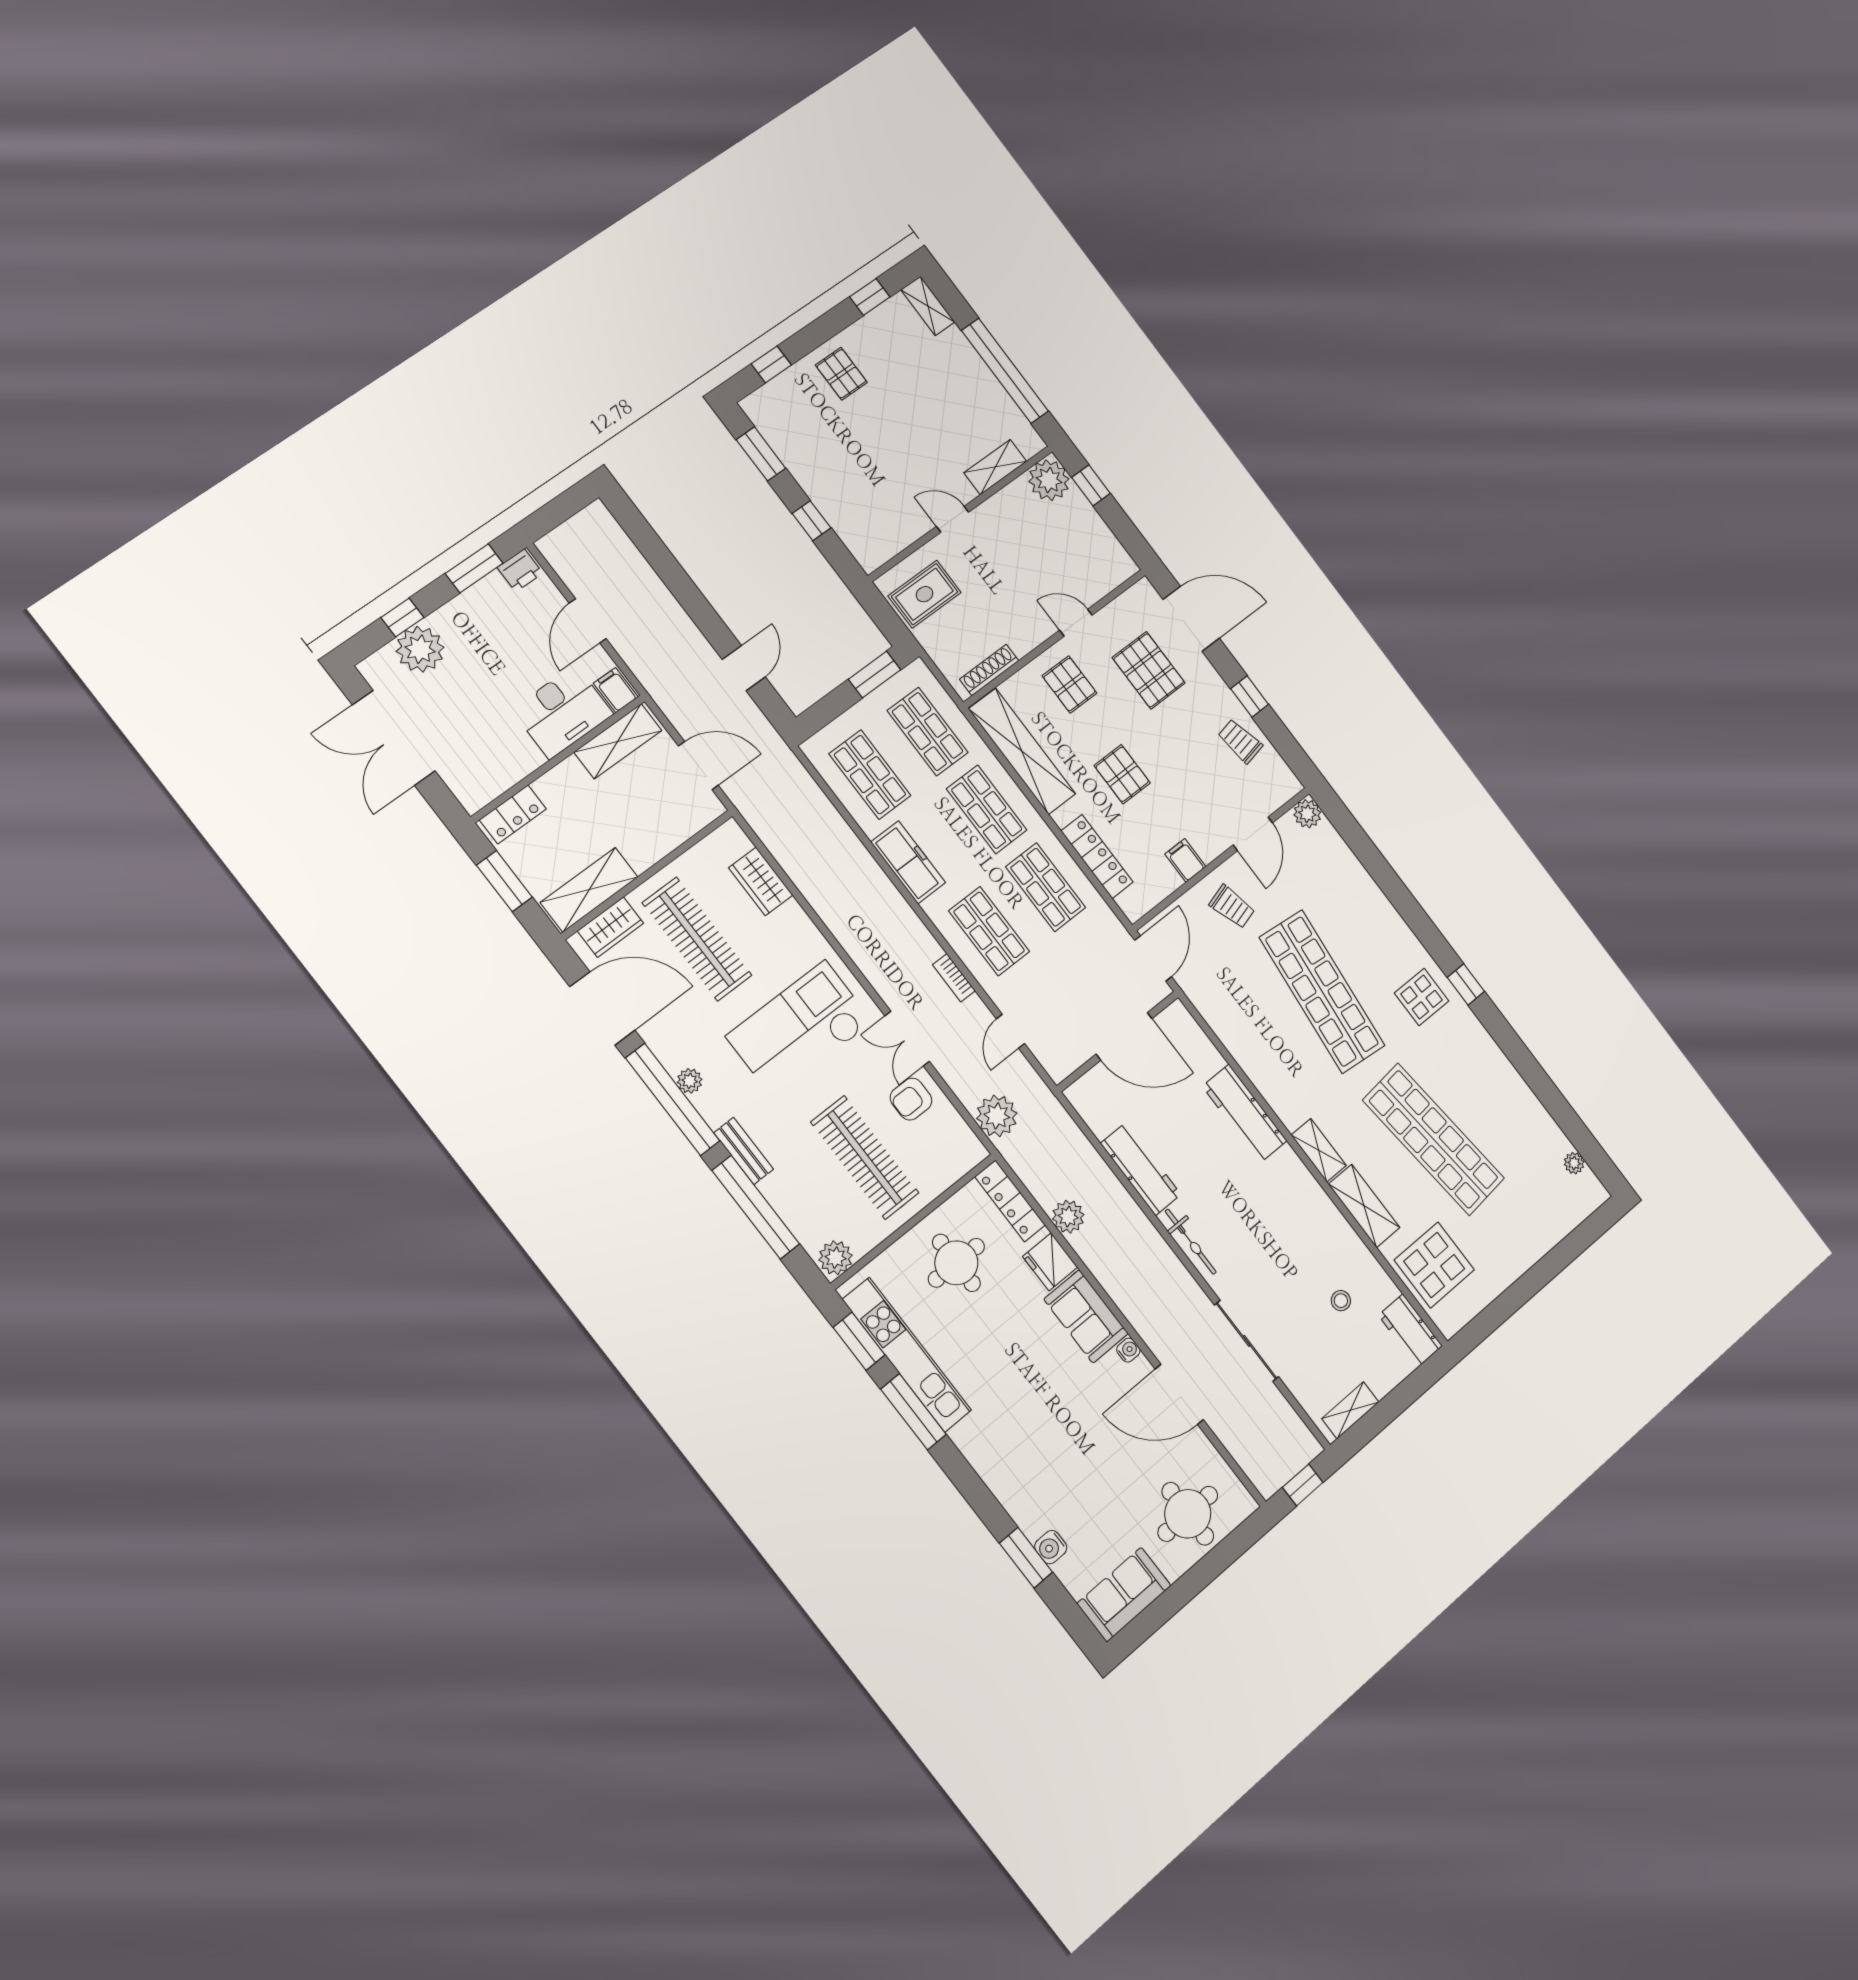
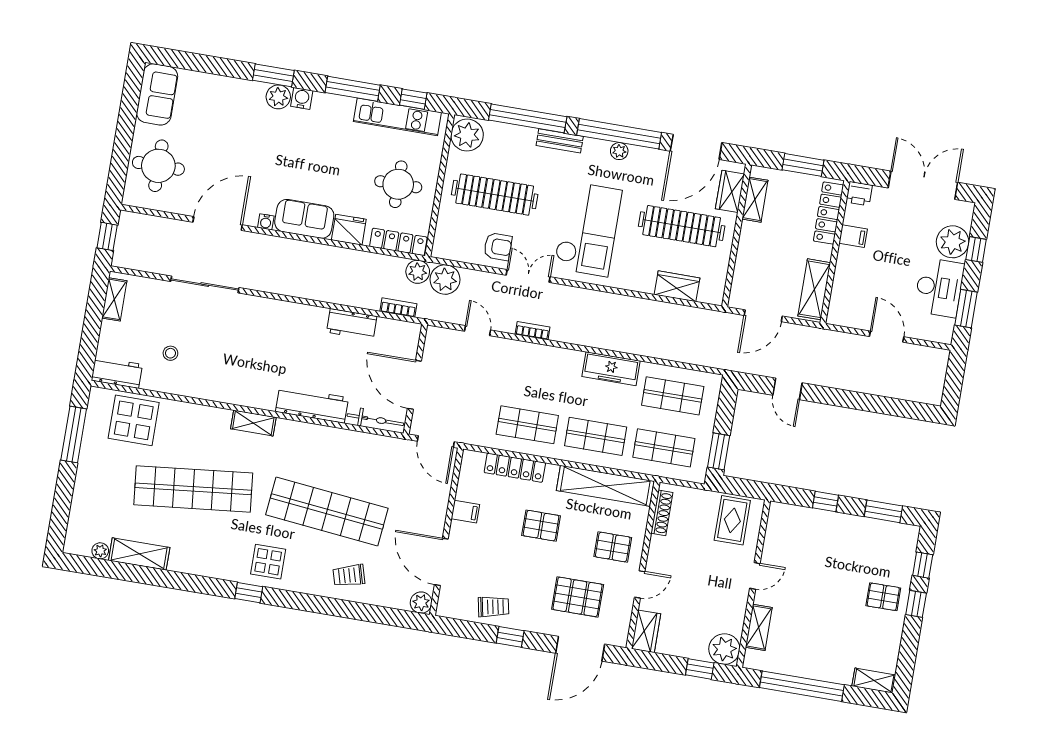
window: (870, 297) -> (916, 604), moved
printer: (520, 570) -> (859, 194), moved, turned -90
wardrobe: (1111, 572) -> (646, 631), added
filing cabinet: (616, 690) -> (853, 236), moved
desk: (562, 712) -> (939, 288), moved, turned 180
locker: (513, 814) -> (829, 213), width x1.53
door: (1253, 834) -> (441, 562), width x1.36
shelving: (589, 890) -> (755, 200), width x0.67, depth x0.75
trolley: (1232, 907) -> (349, 575), moved
shop shelf: (989, 931) -> (536, 373), removed
door: (1124, 1036) -> (414, 385), hinge flipped
armchair: (911, 1099) -> (498, 247), turned 90
bookcase: (1071, 1132) -> (398, 308), added
workbench: (1141, 1169) -> (352, 324), width x0.73
shelving: (1364, 1206) -> (139, 554), moved
plant: (1068, 1217) -> (418, 272), moved
bicycle: (1191, 1242) -> (375, 420), moved, turned 180
plant: (836, 1258) -> (467, 135), width x1.36, depth x1.36
window: (1505, 1306) -> (74, 434), added
window: (859, 1341) -> (413, 99), width x0.67
kitchen unit: (907, 1355) -> (397, 117), width x0.73
plant: (1000, 1475) -> (278, 97), added
water cooler: (1051, 1547) -> (302, 98), moved
window: (1026, 1558) -> (273, 75), moved

